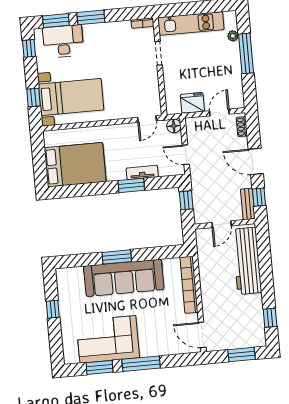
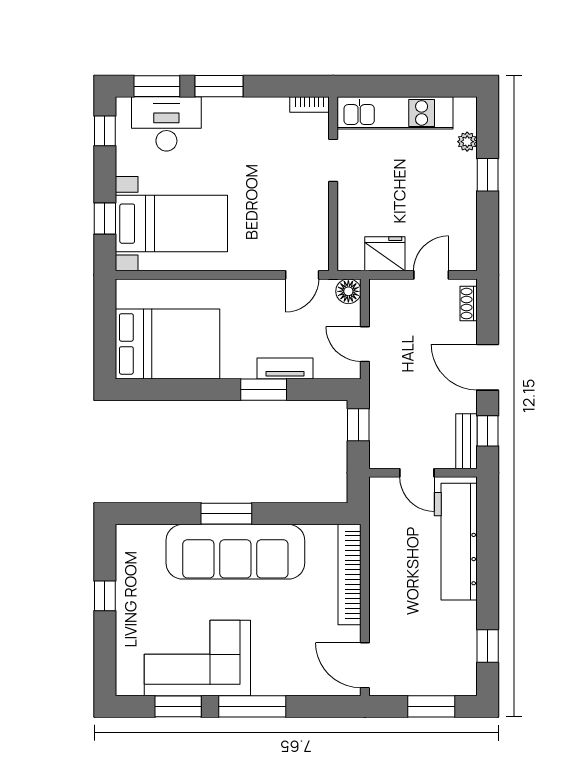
window: (246, 53) -> (488, 175), width x0.46
door: (222, 224) -> (417, 473), hinge flipped

